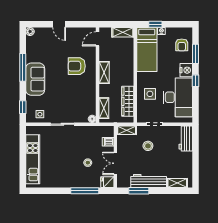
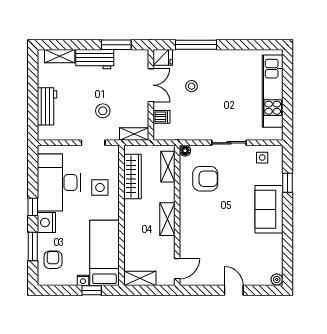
armchair: (77, 66) -> (205, 179), moved
window: (23, 67) -> (288, 227), removed
window: (23, 107) -> (288, 183), moved
workbench: (186, 138) -> (47, 106), moved
workbench: (149, 181) -> (95, 59), width x0.73

